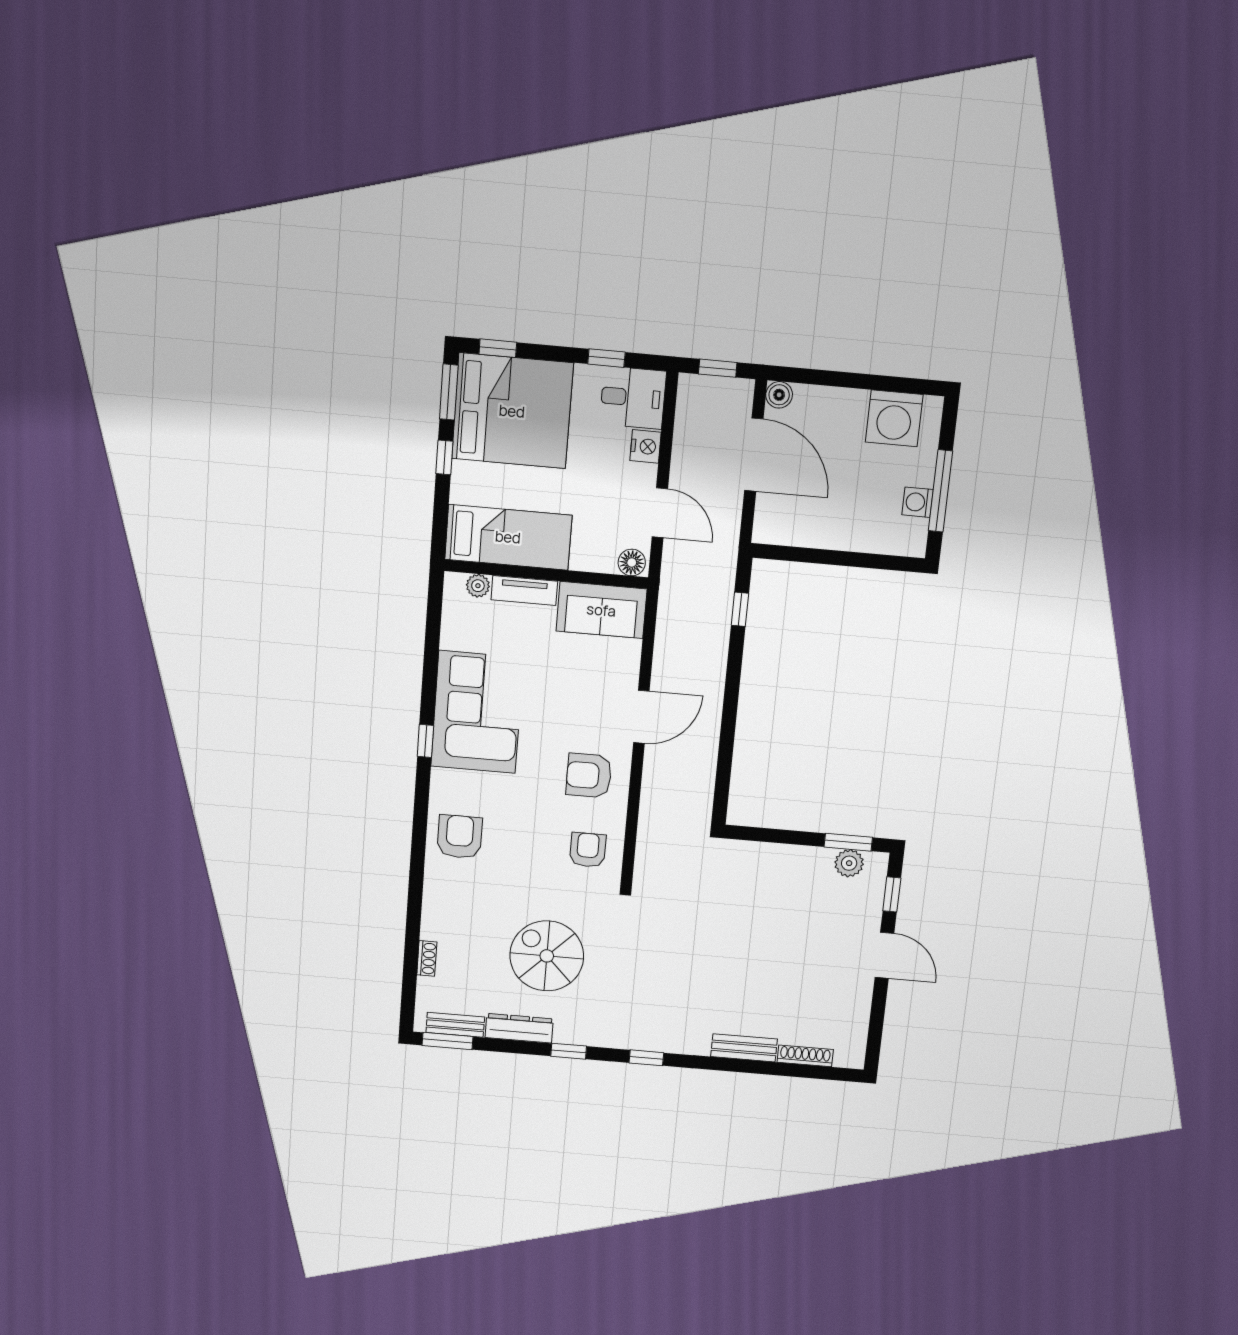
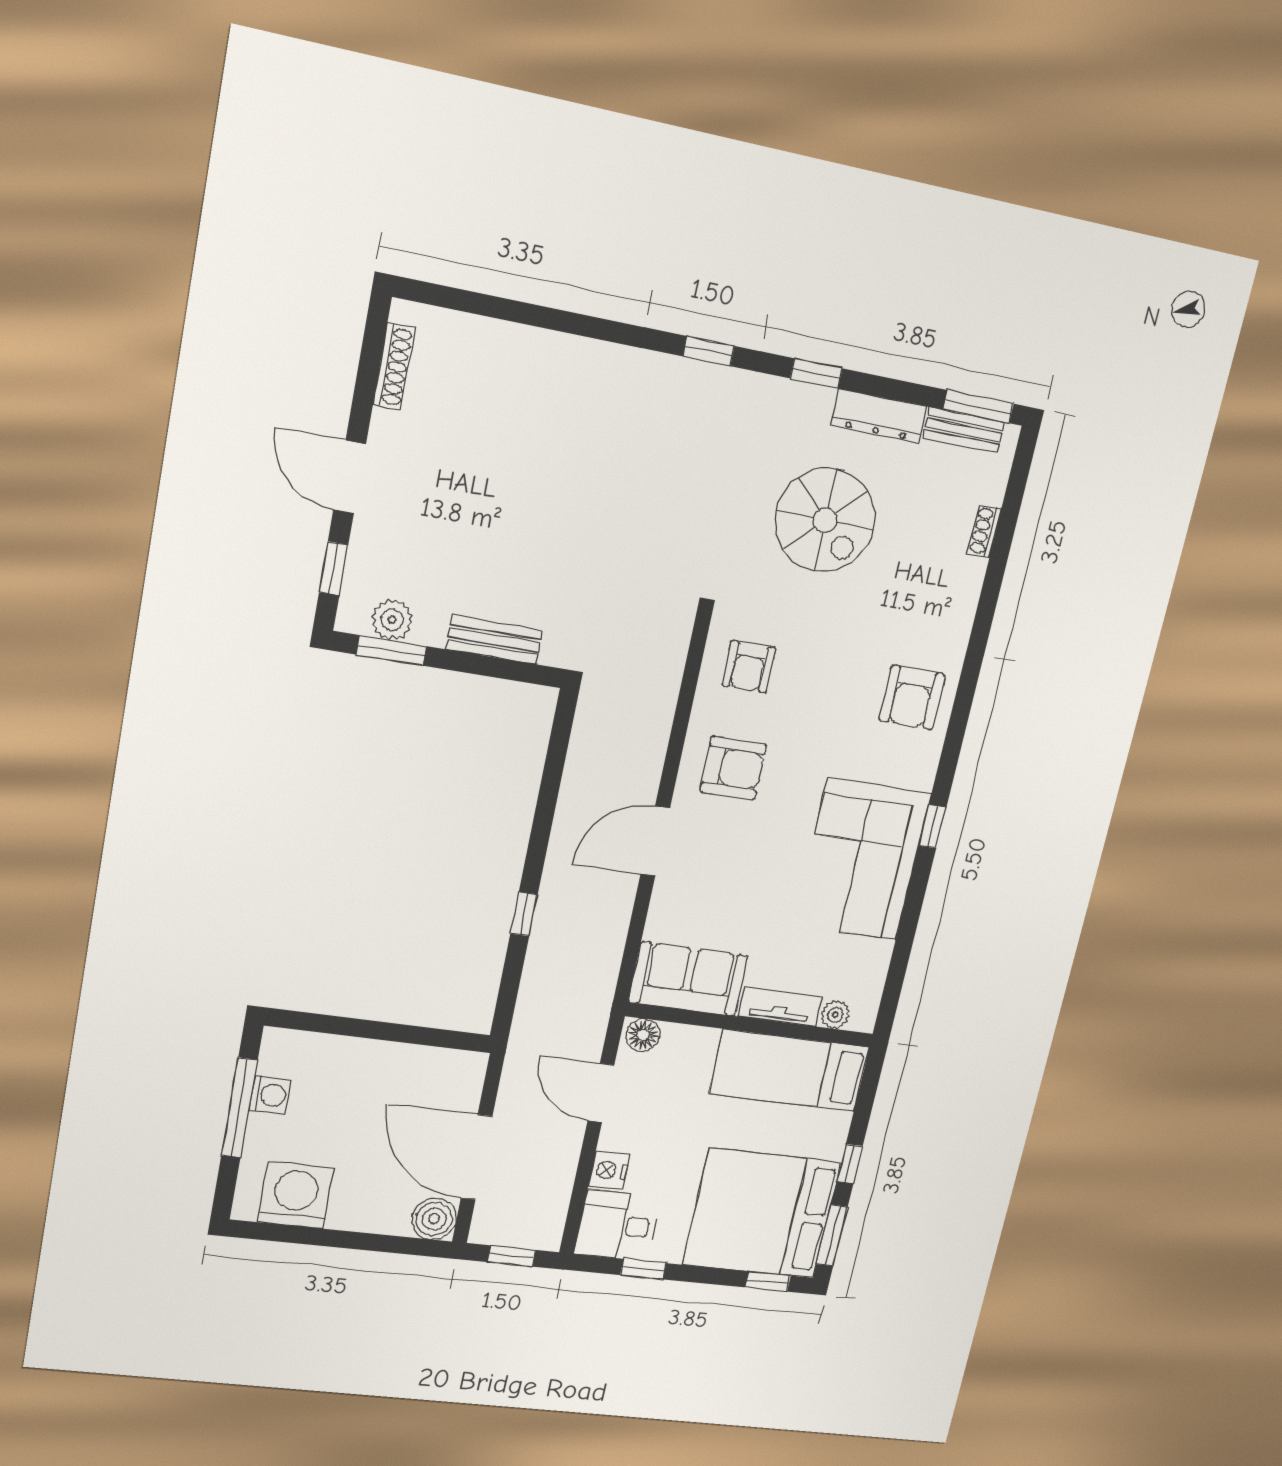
boiler: (779, 395) -> (434, 1219), width x1.36, depth x1.36
window: (740, 609) -> (524, 914), moved
bench: (744, 1048) -> (495, 640), moved
shoe rack: (805, 1056) -> (394, 366), moved, turned -90

